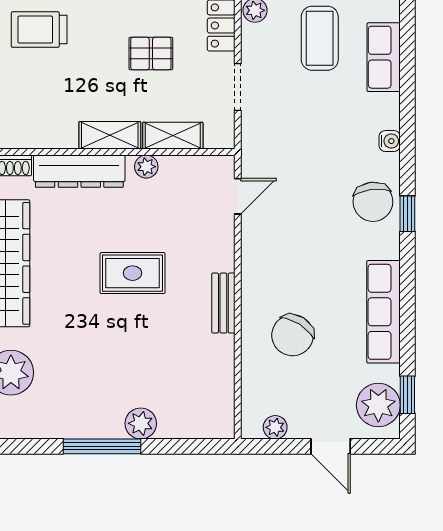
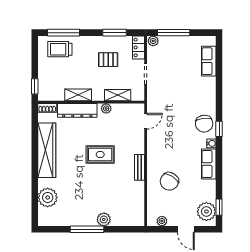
coffee table: (320, 38) -> (181, 53), removed
shelving: (110, 135) -> (78, 95), moved
water cooler: (390, 141) -> (211, 143), moved
row of seats: (384, 312) -> (209, 164), width x0.68

